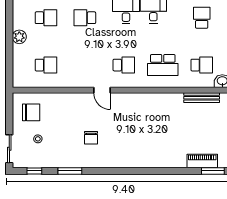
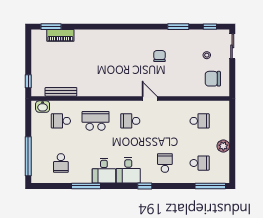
school desk: (46, 18) -> (200, 163), turned 180
school desk: (85, 18) -> (165, 163), turned -90
school desk: (46, 65) -> (200, 121), turned 180

